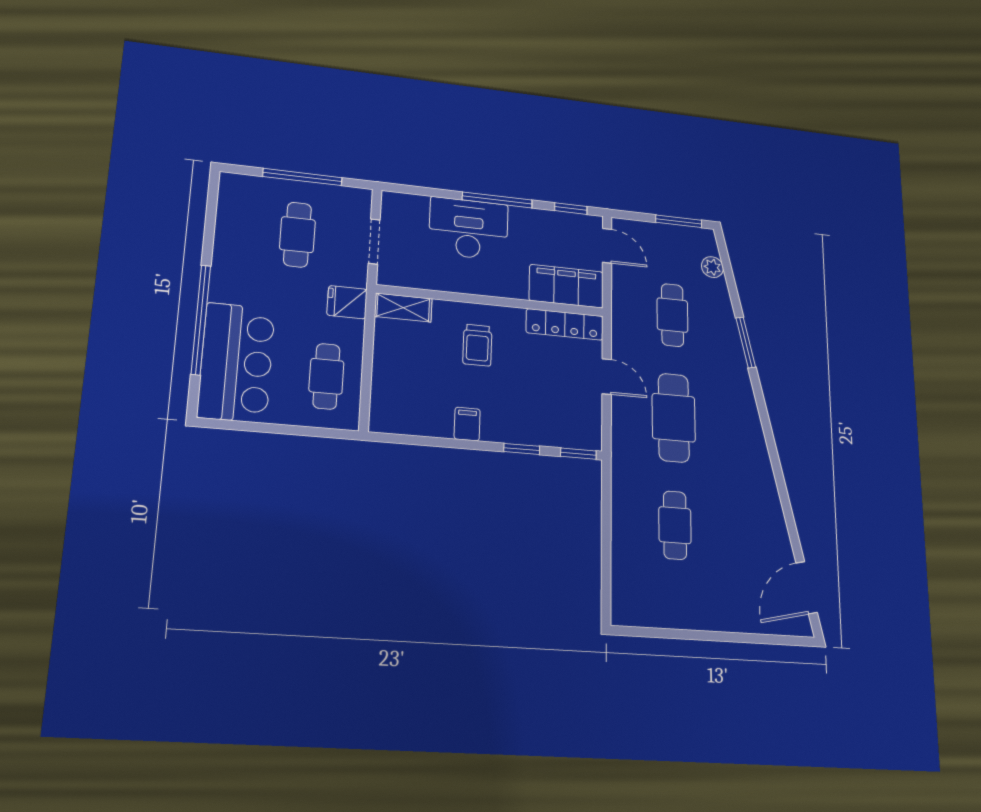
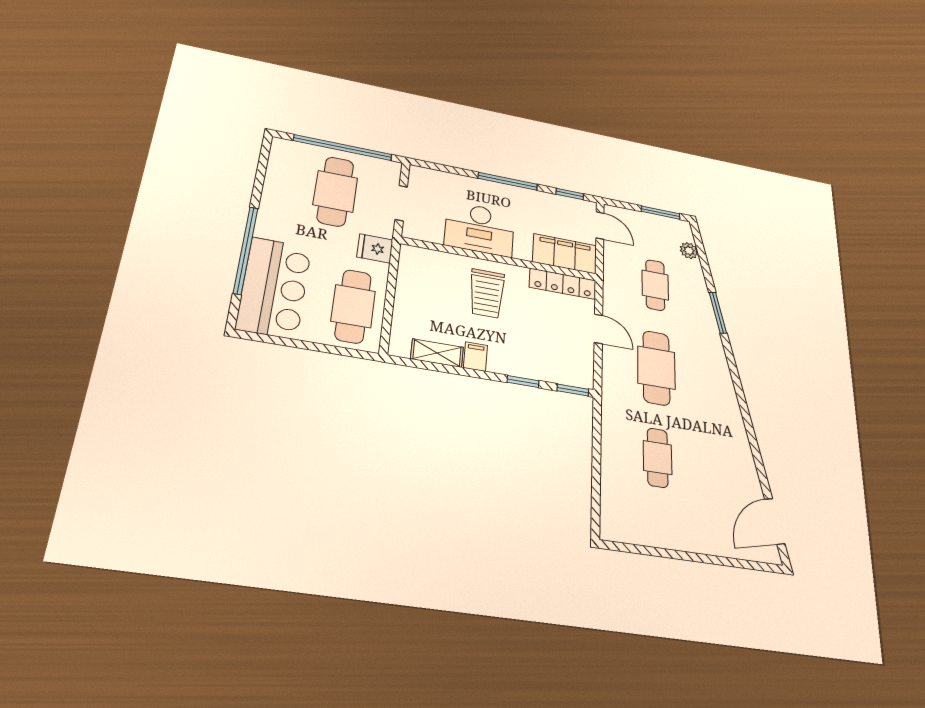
window: (302, 177) -> (343, 148), width x1.46
desk: (469, 229) -> (480, 229), moved, turned 180
cafe table: (297, 235) -> (335, 191), width x1.37, depth x1.35
shelving: (403, 308) -> (437, 353), moved
trolley: (477, 345) -> (487, 293), width x1.36, depth x1.39
cafe table: (326, 376) -> (353, 306), width x1.37, depth x1.35

